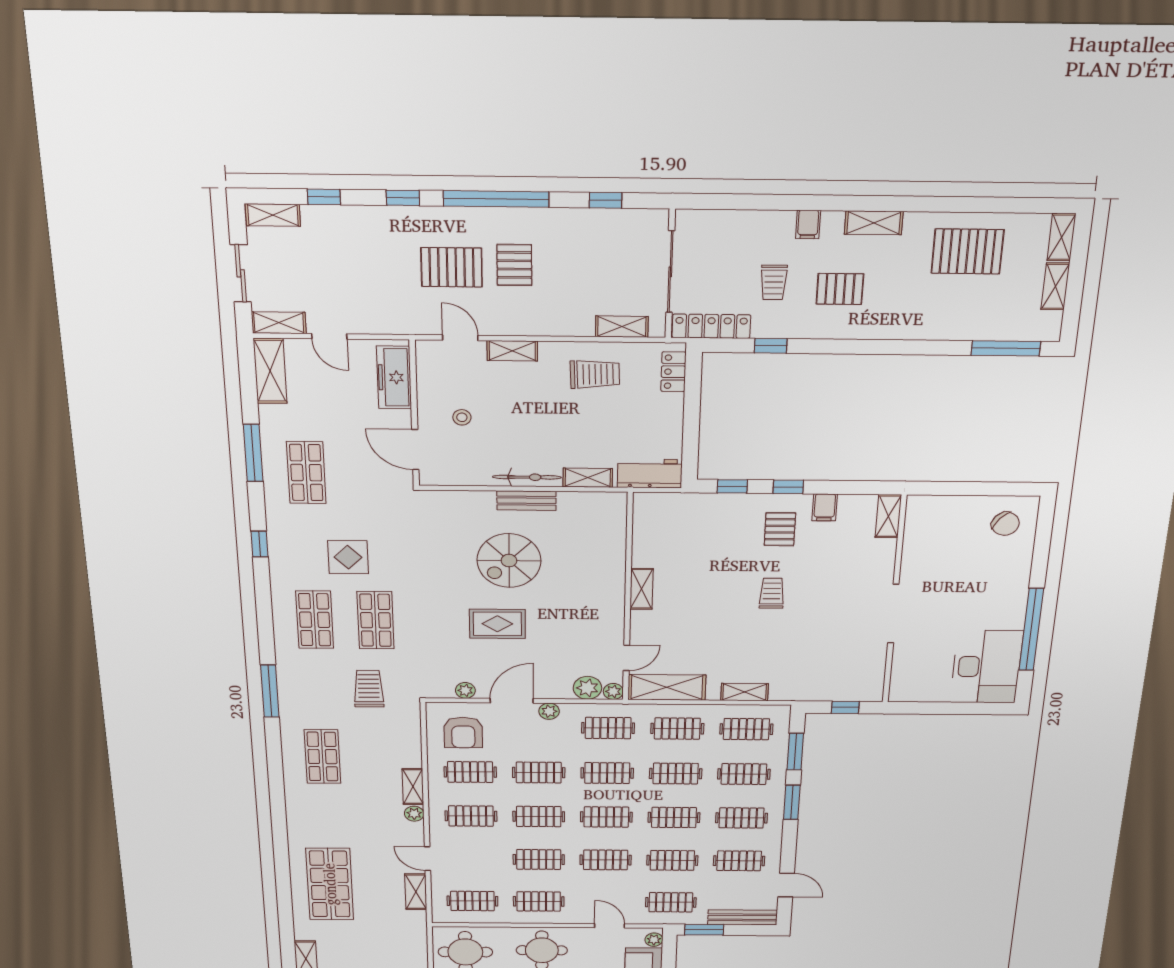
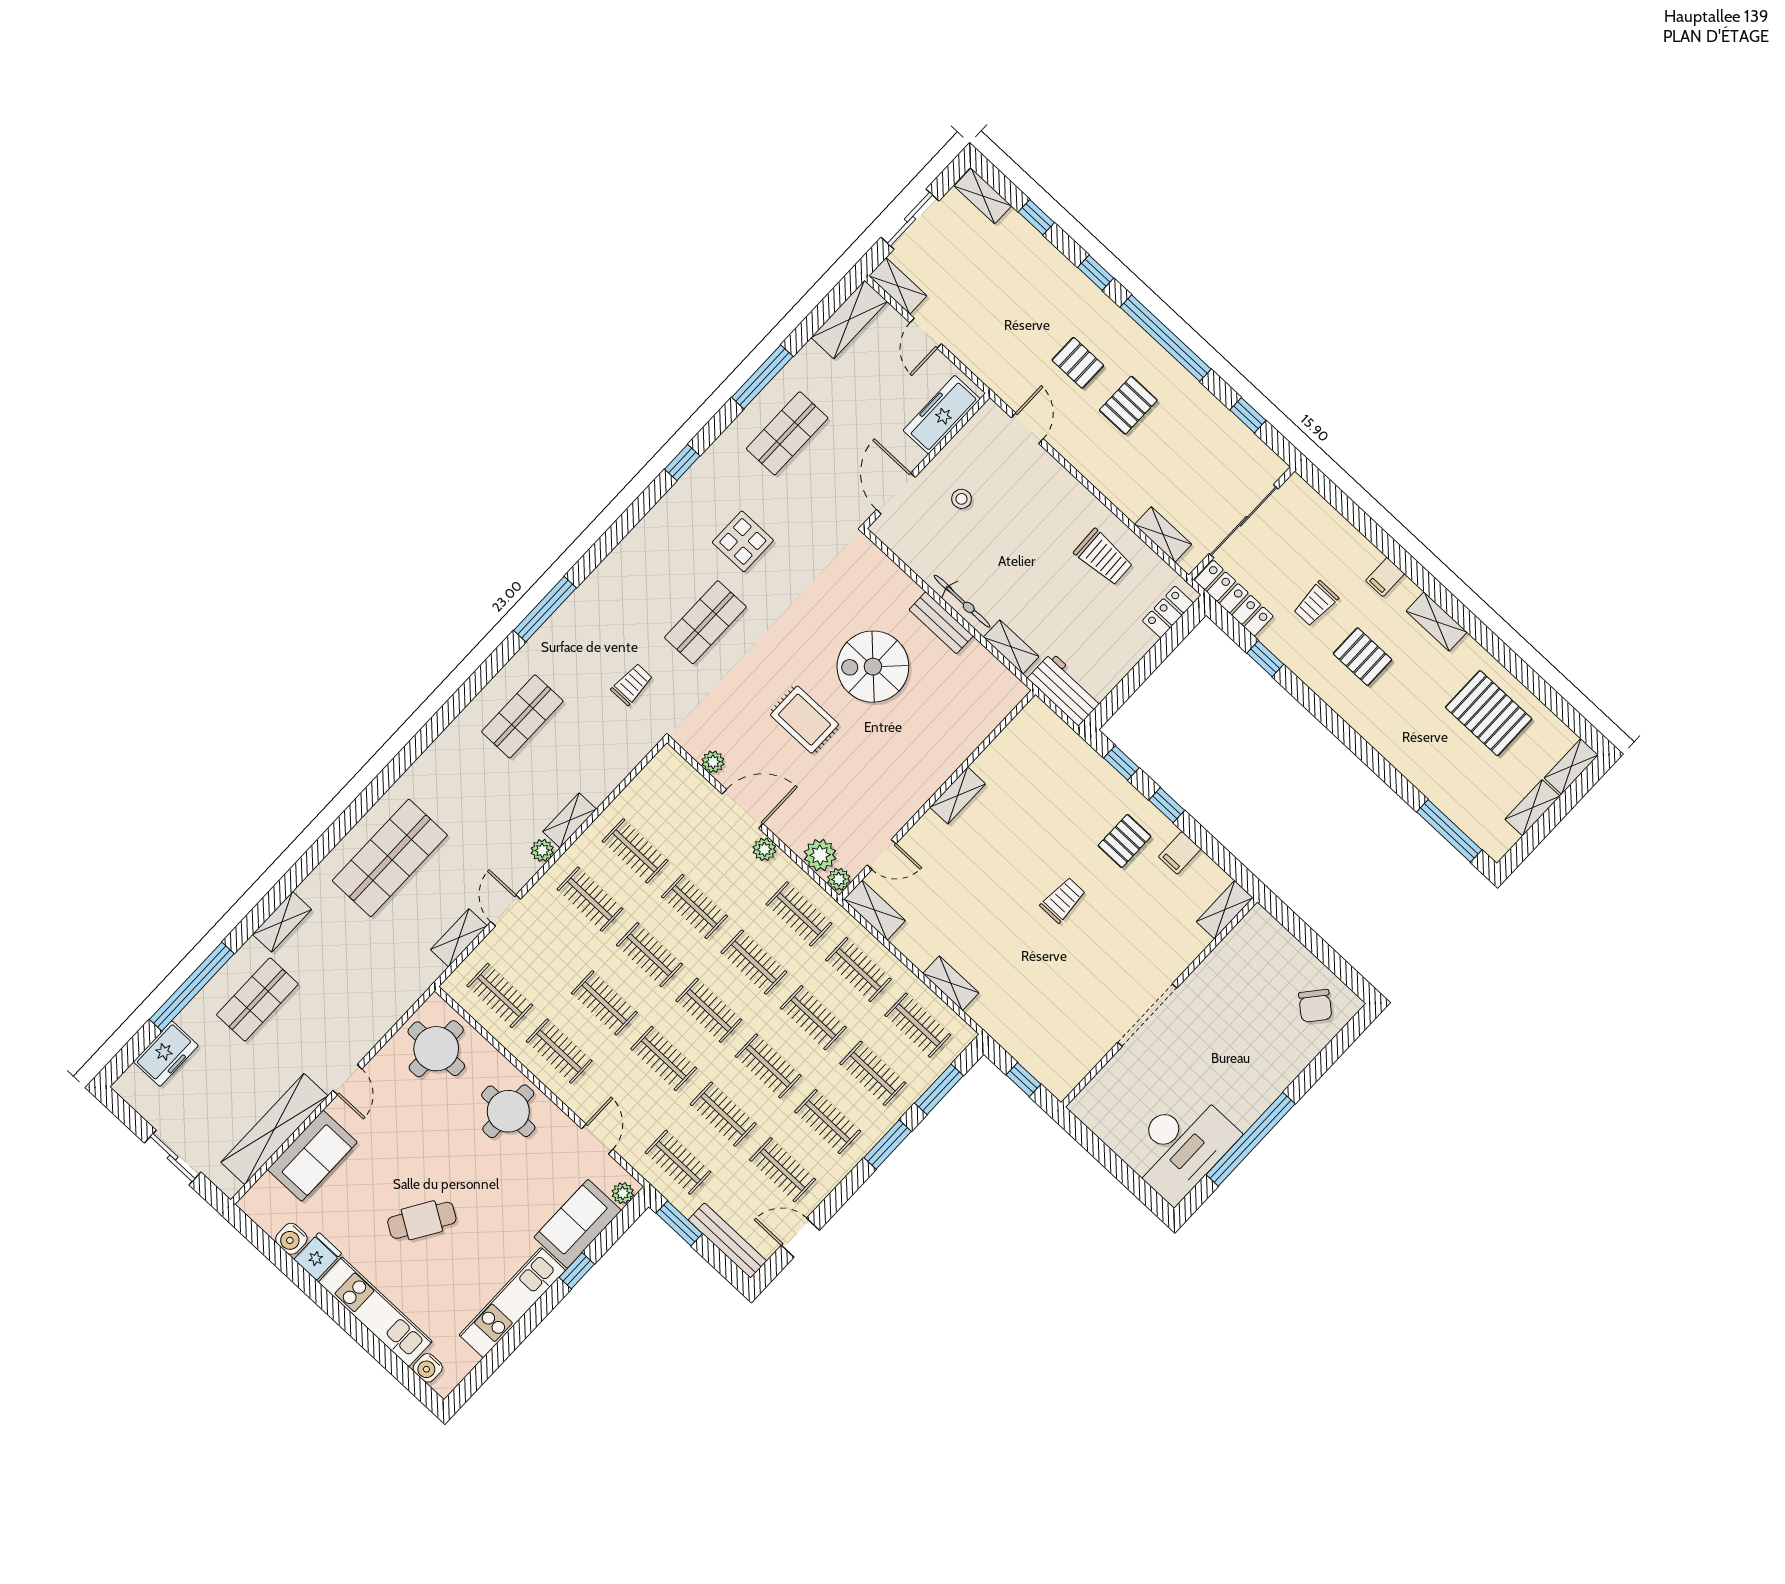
pallet: (452, 267) -> (1078, 363), width x0.67, depth x0.71
shelving: (512, 351) -> (1058, 477), removed
shop shelf: (315, 620) -> (655, 575), removed
shelving: (667, 687) -> (874, 910), width x0.67, depth x0.75
trolley: (369, 689) -> (632, 684), width x0.73, depth x0.72
armchair: (463, 733) -> (669, 804), removed
door: (786, 885) -> (800, 1238), swing flipped

